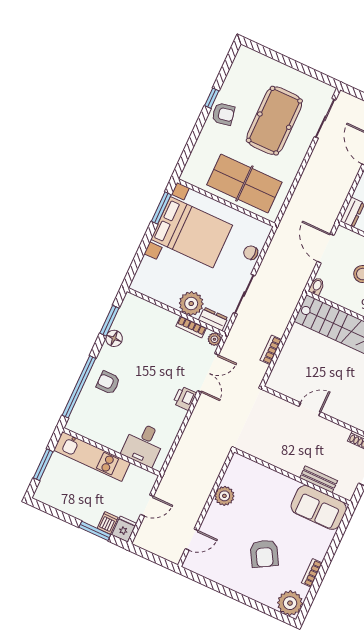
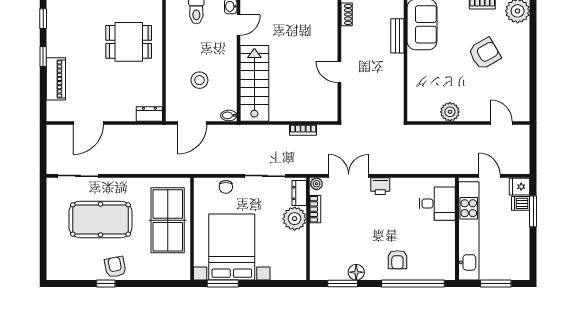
kitchen unit: (92, 456) -> (469, 231), width x1.36

